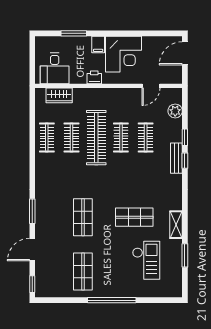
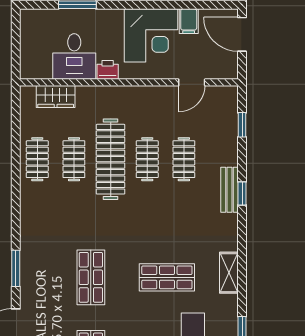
filing cabinet: (98, 44) -> (189, 21), moved
door: (185, 53) -> (242, 34), hinge flipped
desk: (55, 68) -> (74, 57), moved
plant: (175, 111) -> (228, 120), removed
window: (185, 137) -> (242, 125), moved
shelving: (176, 225) -> (229, 273), moved

